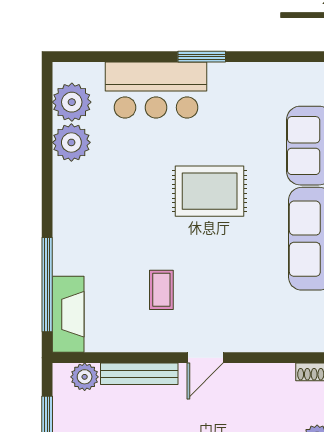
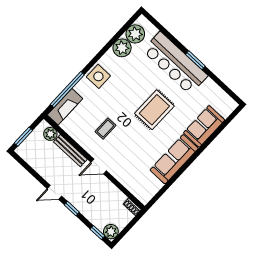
bar counter: (156, 90) -> (175, 63), width x1.36
rug: (210, 191) -> (154, 110), turned 90
side table: (76, 220) -> (98, 76), added

